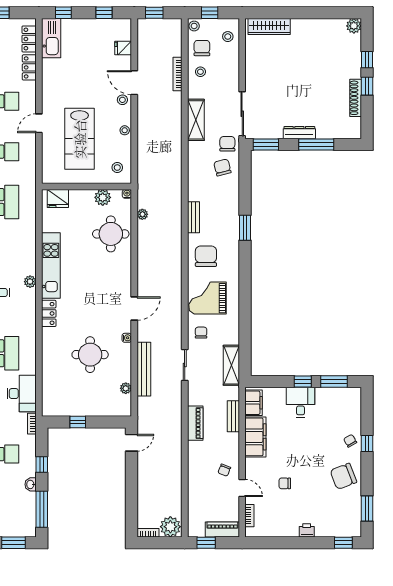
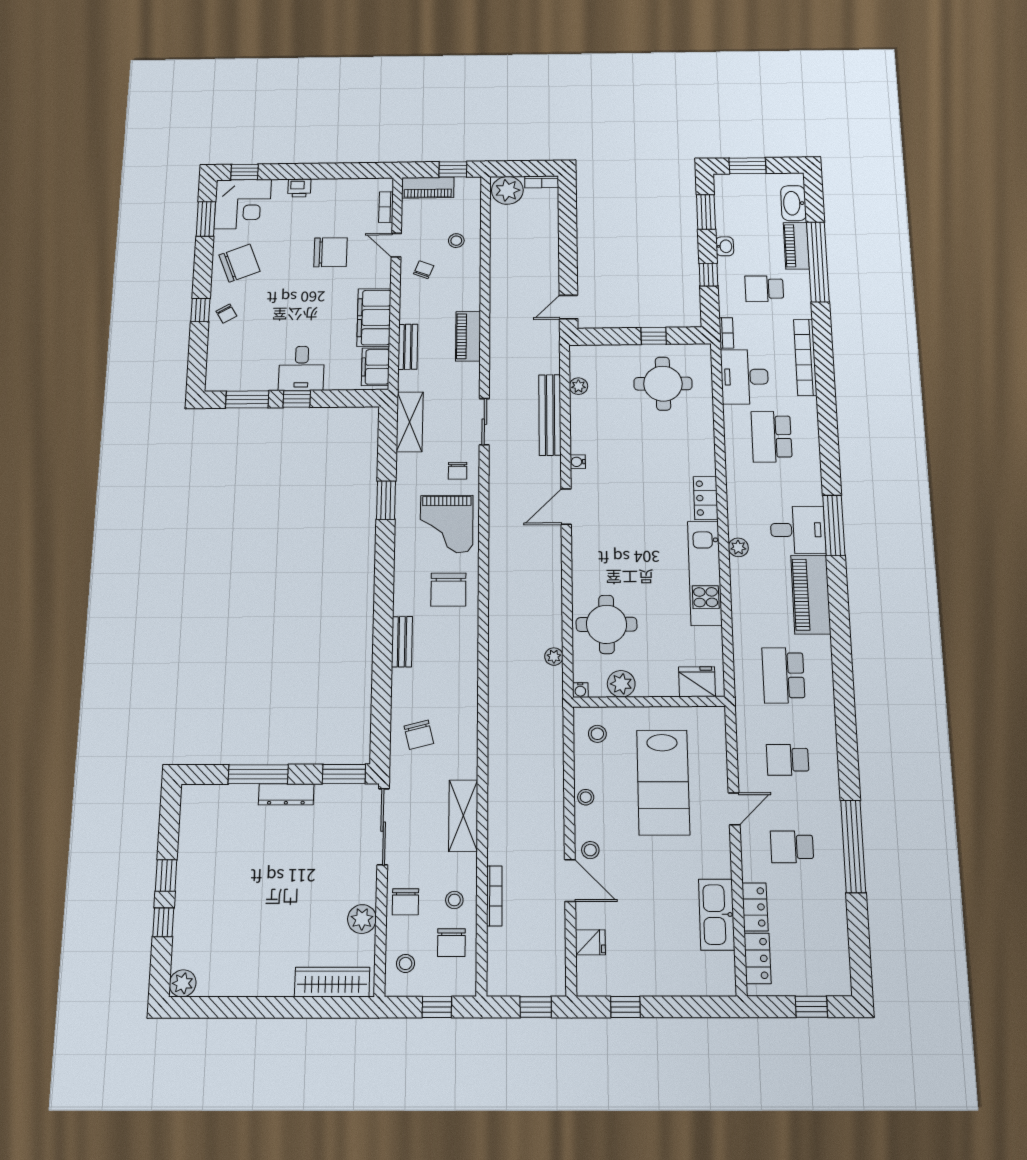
window: (63, 13) -> (698, 1007), removed
stool: (194, 26) -> (456, 241), moved
kitchen sink: (51, 38) -> (717, 914), moved
plant: (253, 61) -> (362, 919), added
shoe rack: (356, 98) -> (187, 855), removed
lab bench: (80, 139) -> (663, 782), turned 180
chair: (227, 144) -> (405, 902), moved
bench: (193, 217) -> (402, 642), moved
window: (245, 228) -> (386, 500), moved
grand piano: (208, 298) -> (447, 524), turned 90
round table: (90, 355) -> (663, 384), moved
chair: (285, 483) -> (330, 252), width x1.87, depth x1.87
window: (42, 509) -> (706, 212), width x0.69
corner desk: (343, 519) -> (243, 204), added

